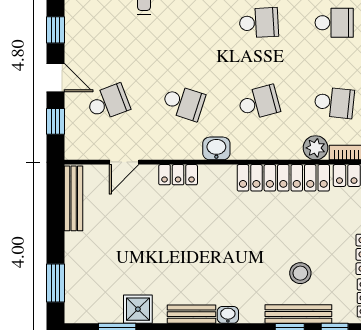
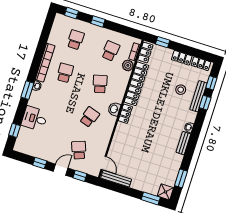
door: (124, 162) -> (104, 163), moved
locker: (178, 175) -> (125, 114), moved
shower: (138, 309) -> (165, 192), moved

